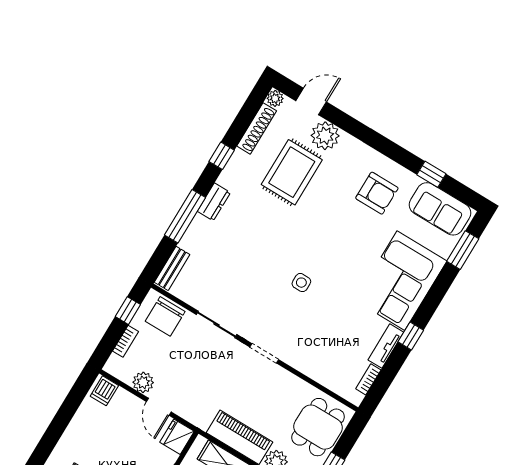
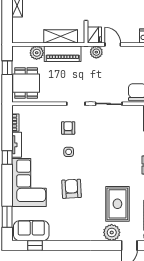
window: (431, 174) -> (35, 246), moved
armchair: (377, 193) -> (72, 189), moved, turned 87
side table: (301, 283) -> (69, 152), moved
armchair: (296, 325) -> (68, 128), added
plant: (143, 382) -> (96, 52), moved

